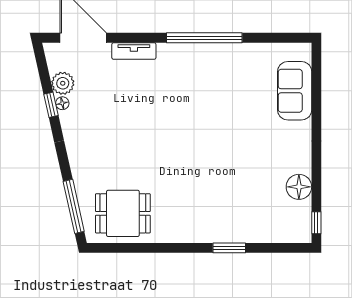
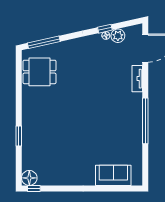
floor lamp: (299, 187) -> (29, 178), moved
dining table: (123, 213) -> (40, 72), turned 90

